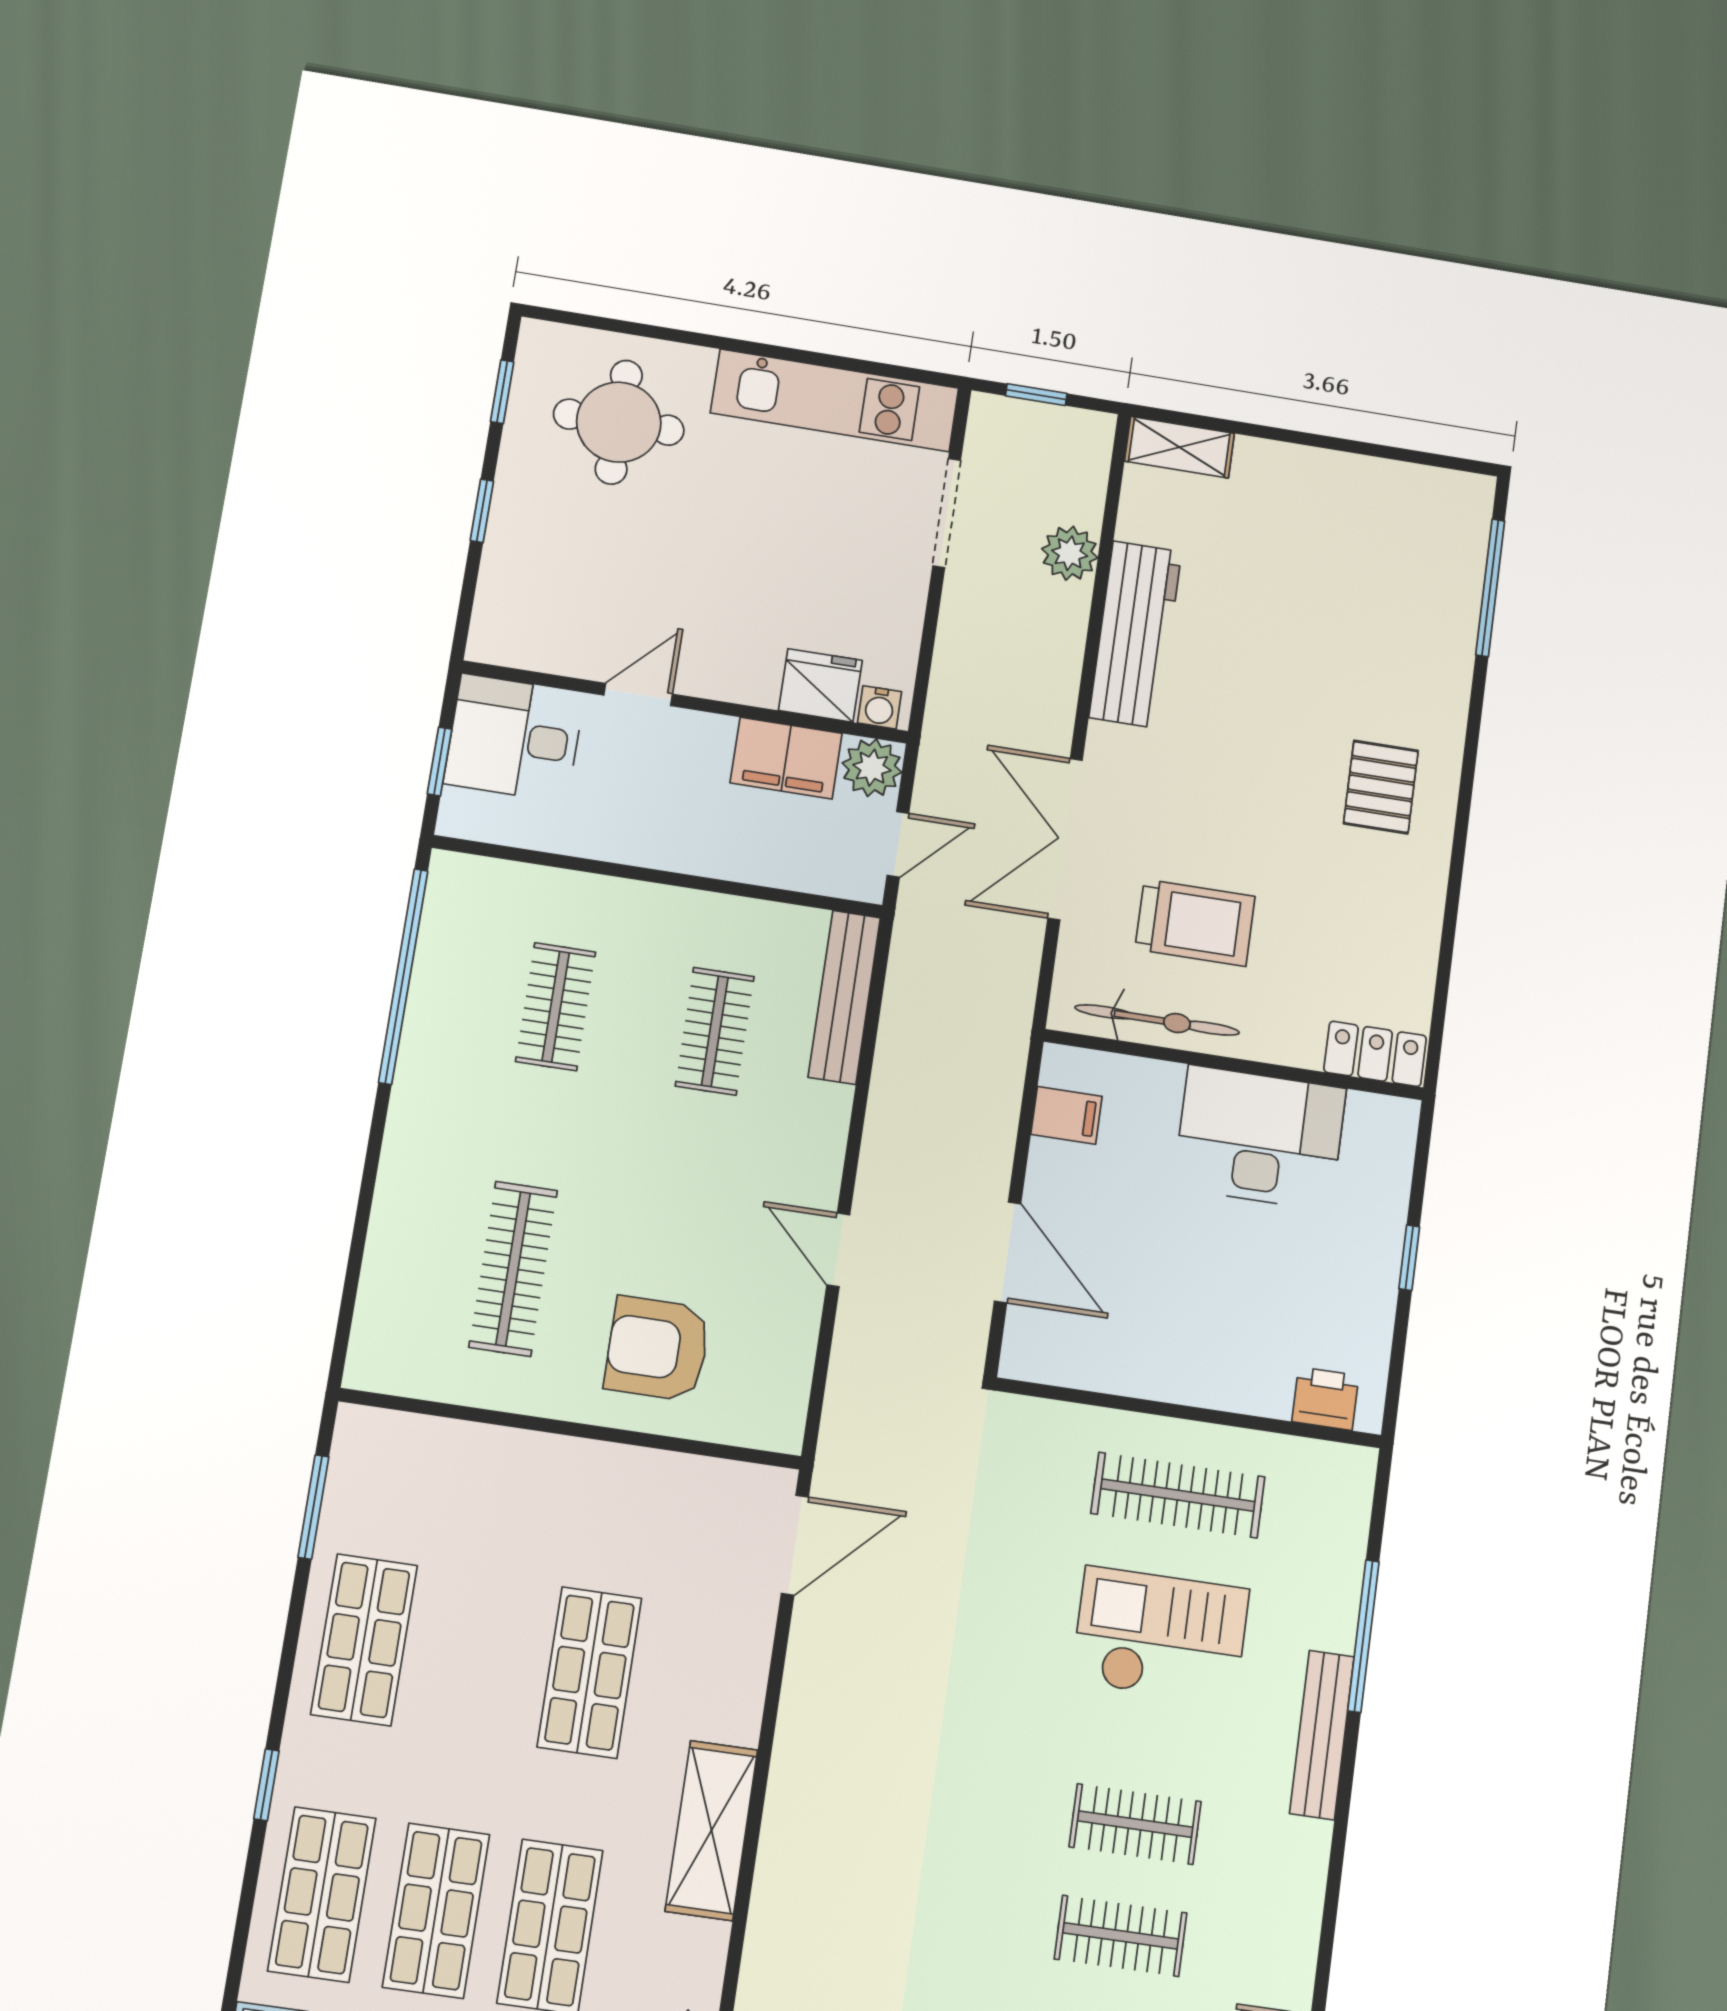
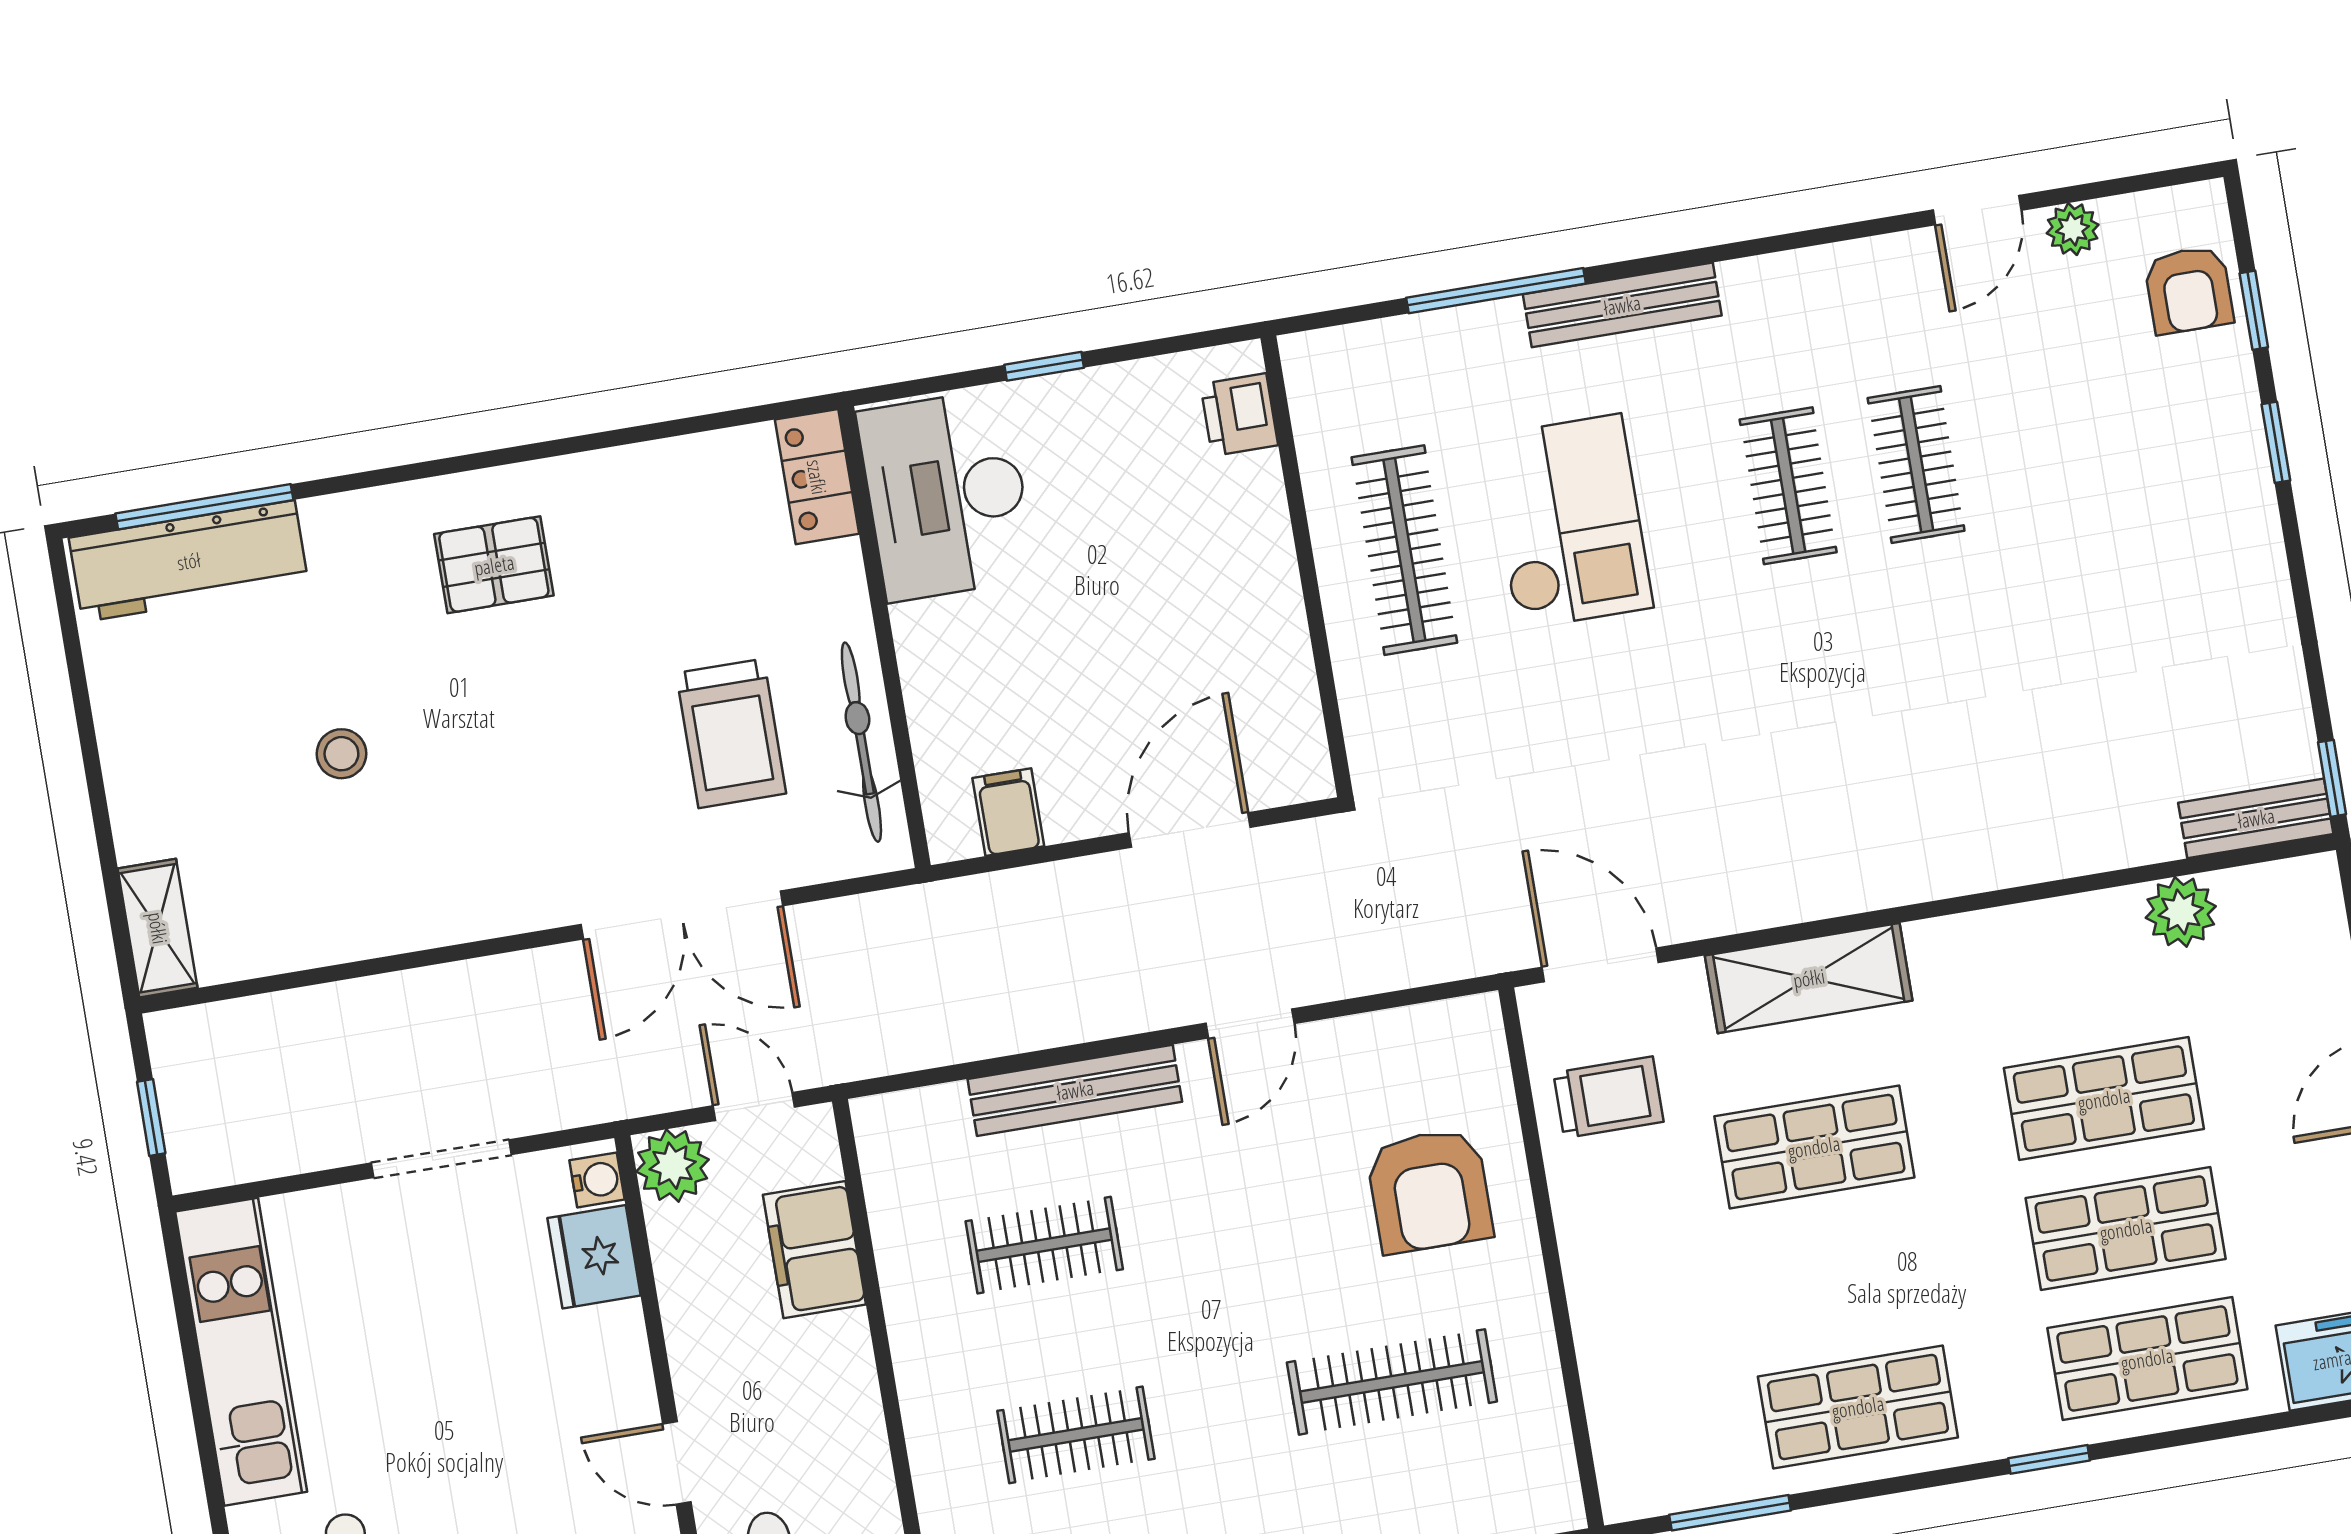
doorway: (947, 513) -> (441, 1159), moved
plant: (1070, 553) -> (334, 1017), removed
stool: (1270, 626) -> (341, 754), added
workbench: (1135, 634) -> (189, 561), moved, turned 180
filing cabinet: (786, 758) -> (814, 1250), moved, turned 180
trolley: (1195, 923) -> (731, 733), turned 180
bench: (844, 997) -> (1075, 1090), moved
desk: (1260, 1138) -> (946, 495), moved
trolley: (685, 1517) -> (1608, 1097), added
checkout: (1160, 1635) -> (1569, 522), turned 180
shelving: (711, 1830) -> (1809, 978), moved

